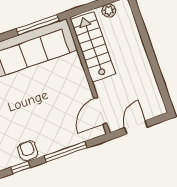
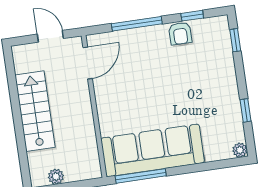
stairs: (93, 47) -> (35, 111), moved, turned 180
door: (136, 127) -> (50, 36), swing flipped

